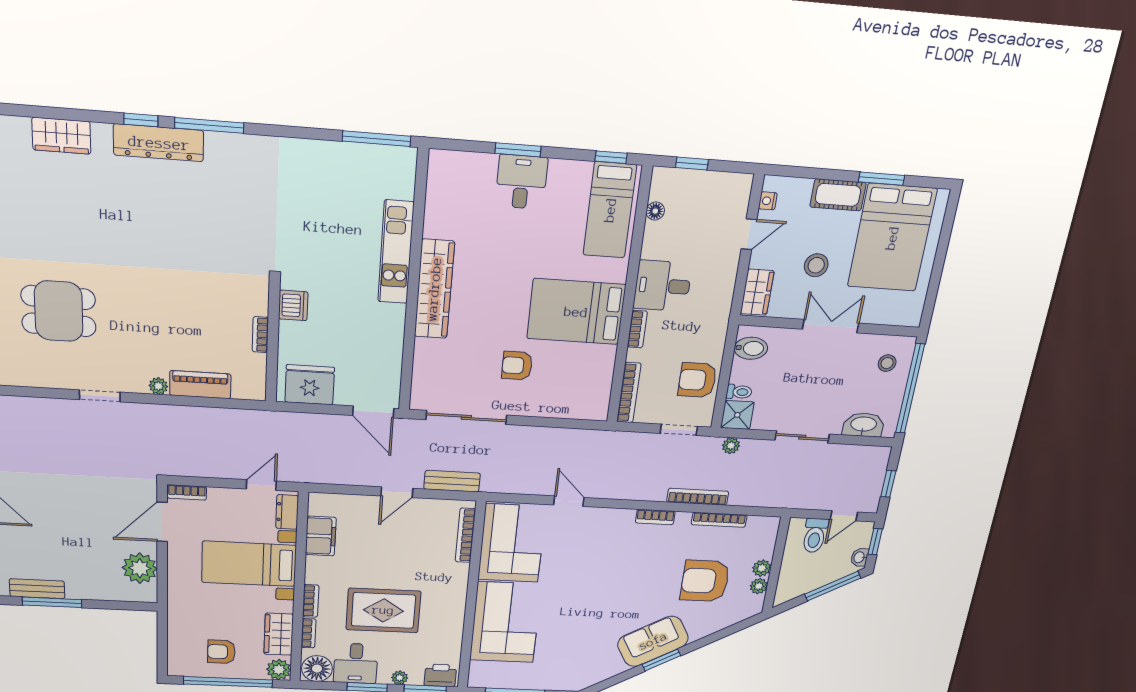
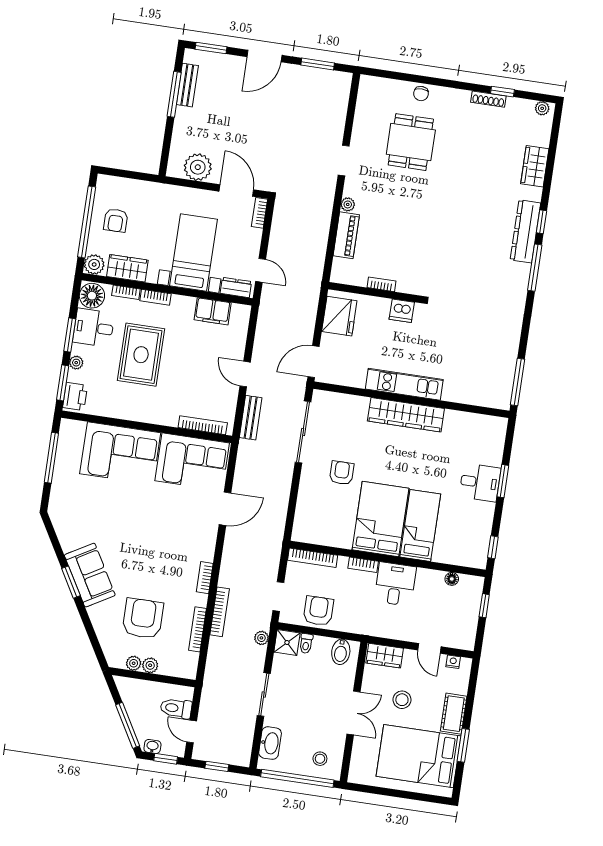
bed: (610, 210) -> (420, 525), moved, turned 90
kitchen unit: (396, 252) -> (404, 384), moved
door: (569, 501) -> (225, 509), width x1.37
armchair: (221, 652) -> (116, 220), turned 180

